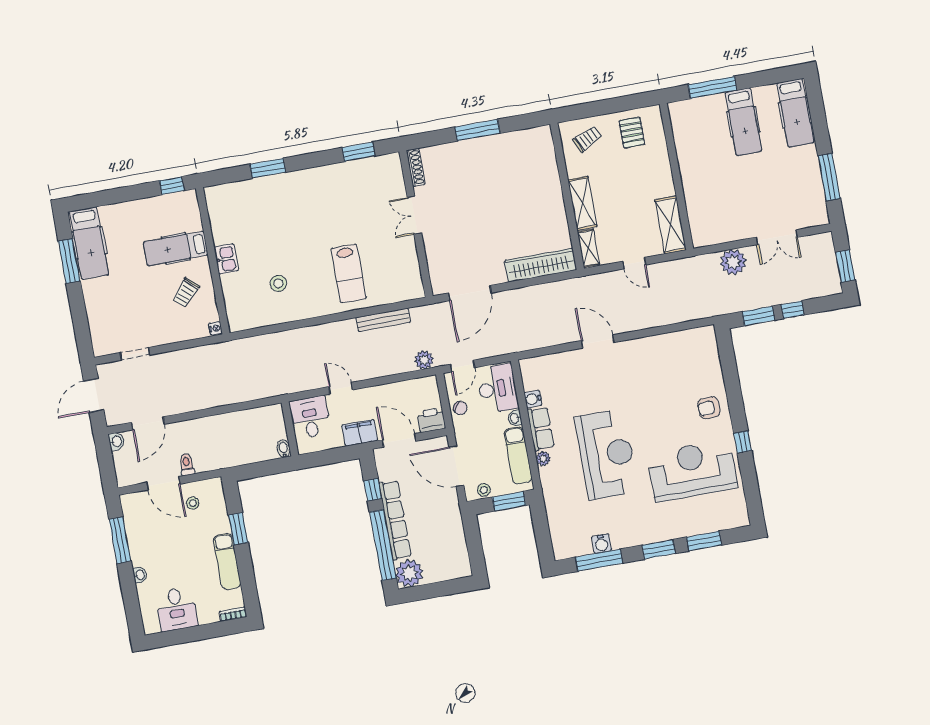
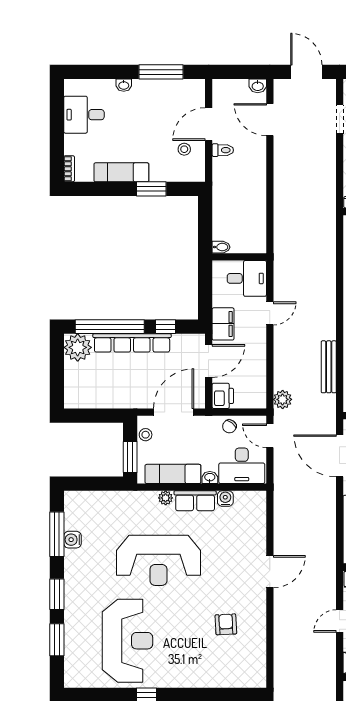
armchair: (709, 408) -> (226, 624), moved

